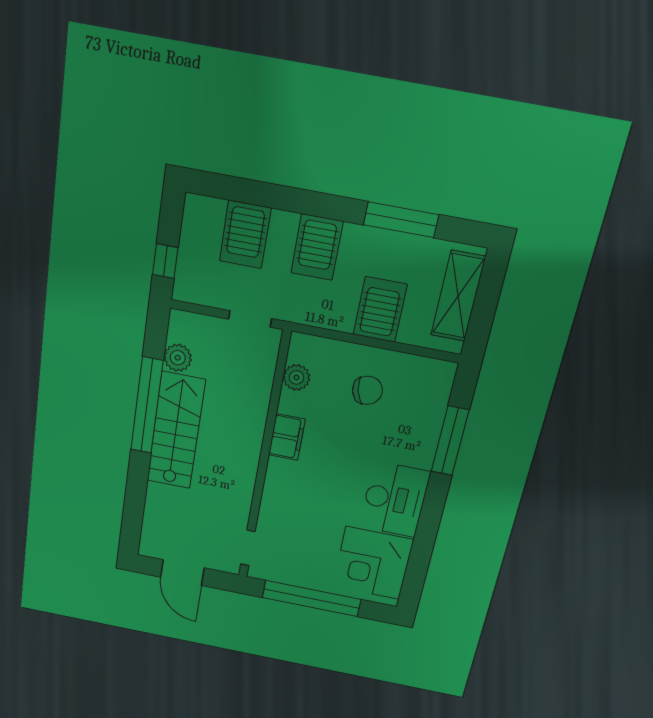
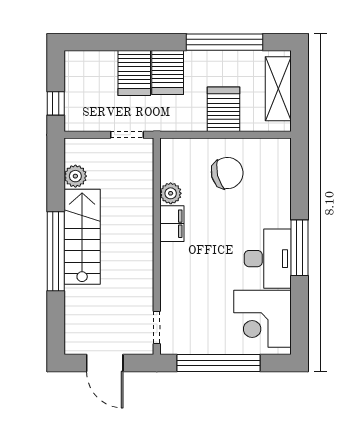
window: (401, 220) -> (225, 42), width x1.46
server rack: (245, 235) -> (134, 73), moved
plant: (296, 377) -> (171, 193), moved
chair: (367, 390) -> (227, 173), width x1.37, depth x1.37
window: (147, 406) -> (56, 251), moved
window: (450, 441) -> (299, 248), moved

